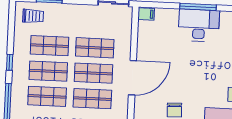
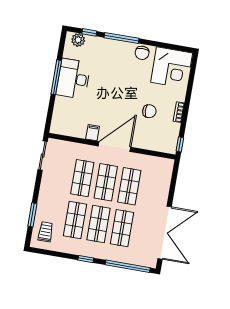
filing cabinet: (146, 14) -> (93, 133), moved
door: (132, 78) -> (114, 147), hinge flipped

